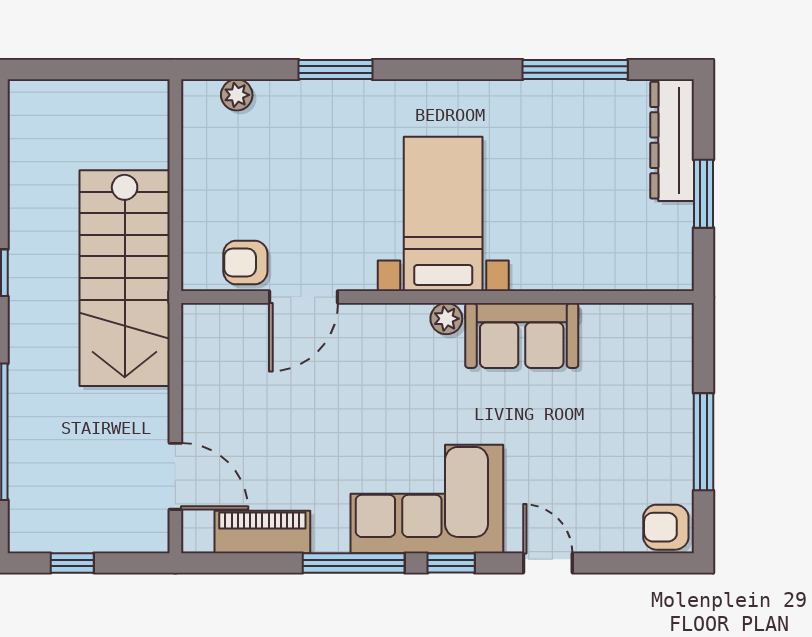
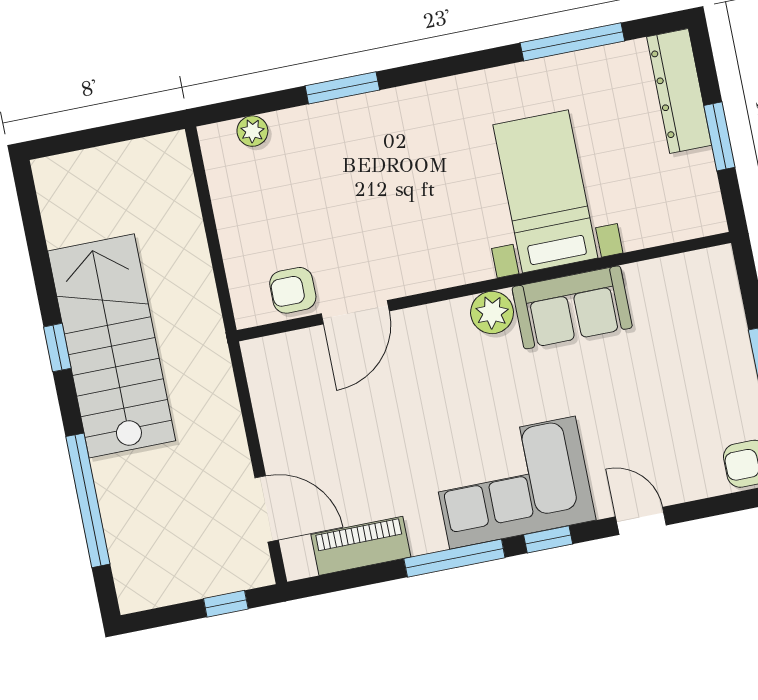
bed with nightstands: (443, 214) -> (545, 191), moved
stairs: (125, 278) -> (112, 346), moved, turned 180
plant: (446, 319) -> (492, 312), width x1.38, depth x1.38
window: (72, 563) -> (226, 604), moved

